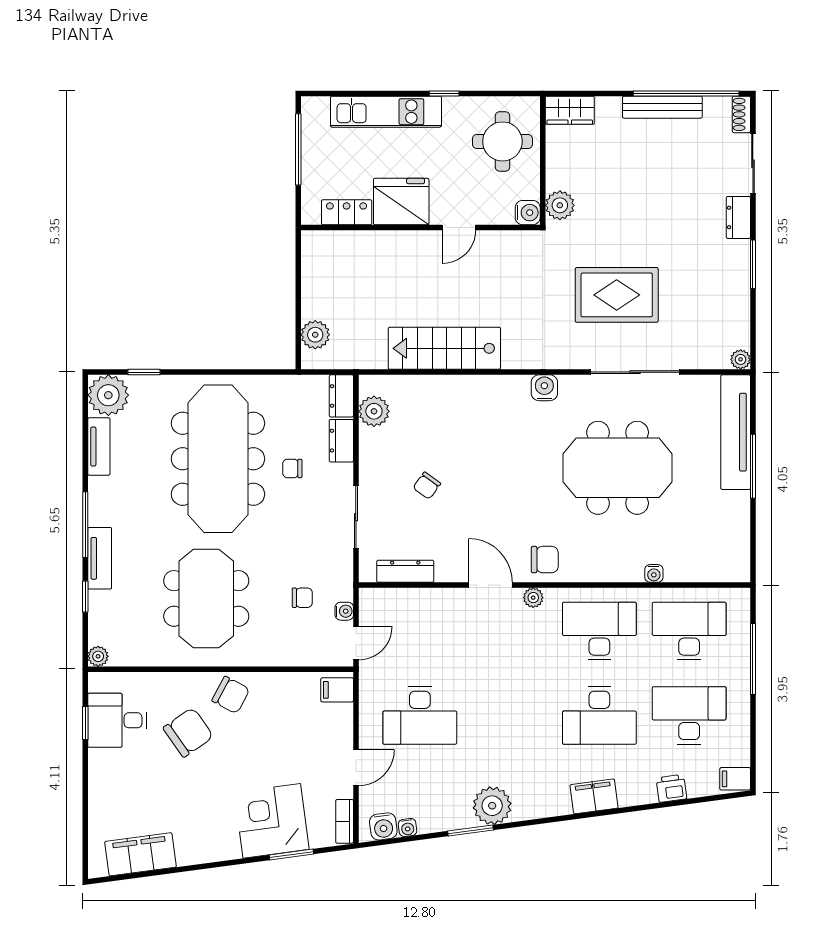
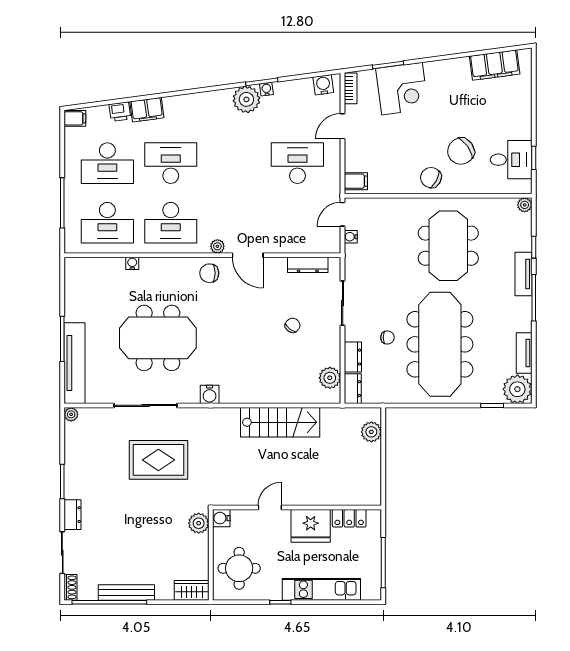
chair: (302, 598) -> (380, 246), removed
filing cabinet: (594, 796) -> (147, 110), moved
water cooler: (408, 828) -> (266, 89), moved

